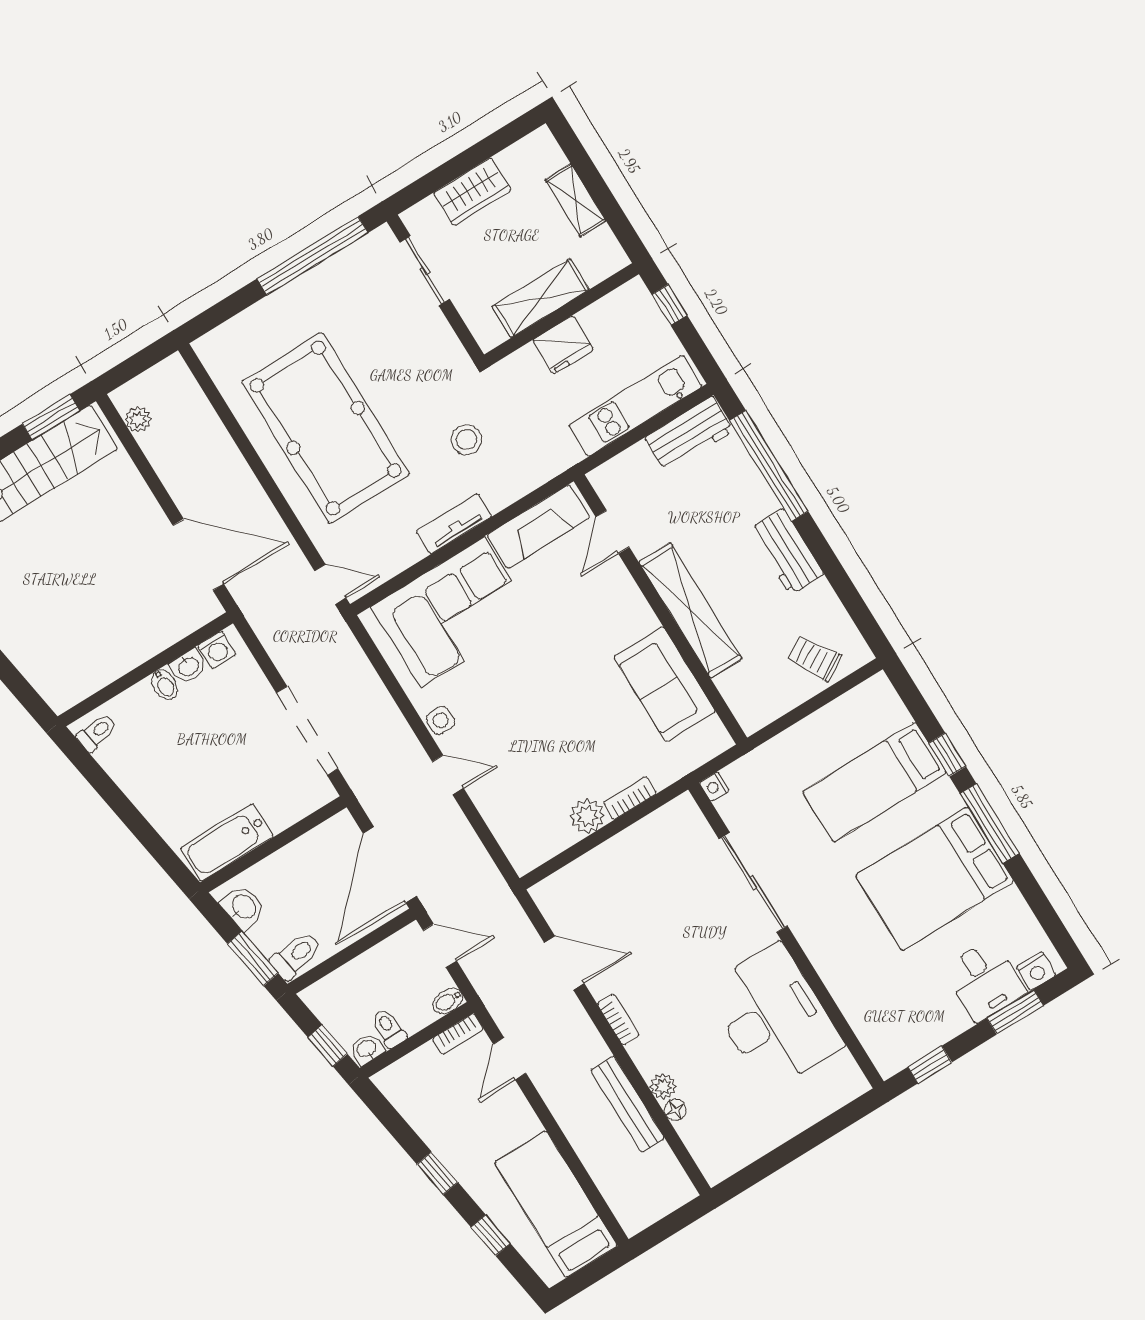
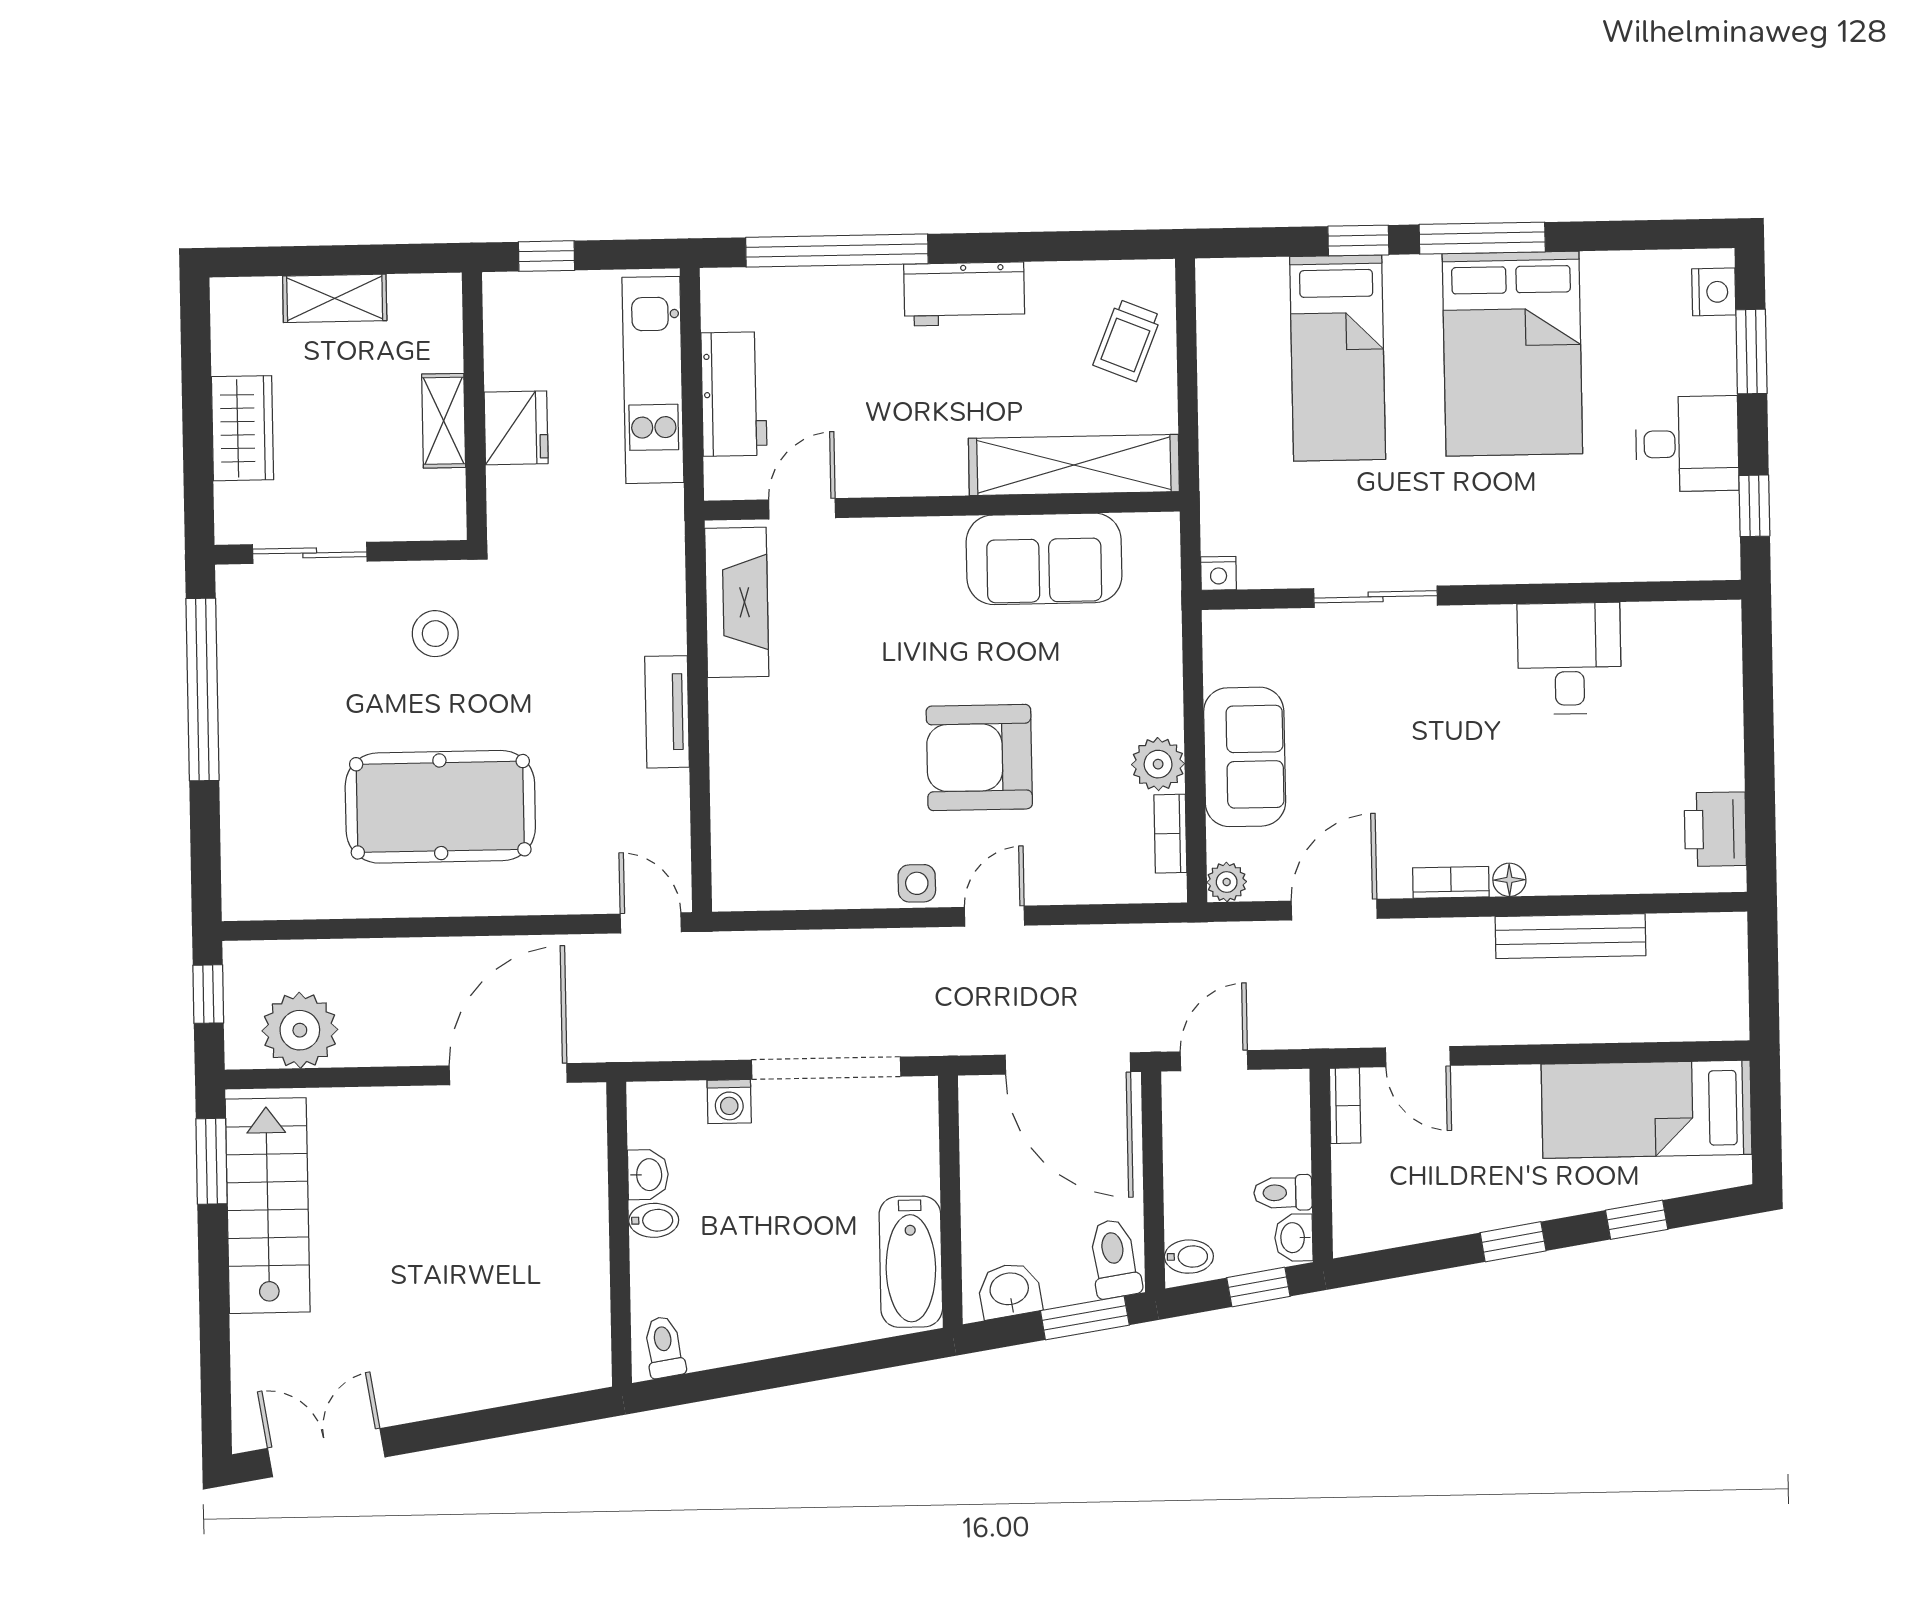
shelving: (541, 298) -> (444, 421), width x0.67, depth x0.75
window: (144, 360) -> (208, 994), added
plant: (138, 420) -> (300, 1030), width x1.87, depth x1.87
pool table: (326, 428) -> (440, 807), width x0.73, depth x0.76
workbench: (689, 434) -> (734, 394), moved
stool: (466, 440) -> (435, 634), moved
door: (613, 532) -> (802, 509), swing flipped
door: (330, 584) -> (651, 923), hinge flipped
shelving: (690, 610) -> (1074, 465), moved
corner sofa: (452, 612) -> (783, 783), removed
washing machine: (217, 650) -> (729, 1102), moved, turned 90
trolley: (815, 658) -> (1127, 340), turned -37
armchair: (532, 714) -> (979, 757), added
bookcase: (630, 798) -> (1170, 834), moved
sofa: (620, 862) -> (1245, 757), added
sliding door: (753, 882) -> (1376, 597), width x0.73
desk: (985, 980) -> (1687, 444), moved
bidet: (448, 1001) -> (1189, 1257), moved, turned -90
desk: (774, 1017) -> (1569, 658), width x0.53, depth x0.77
plant: (663, 1086) -> (1227, 882), moved
floor lamp: (675, 1110) -> (1509, 880), moved
printer: (736, 1150) -> (1715, 829), added

